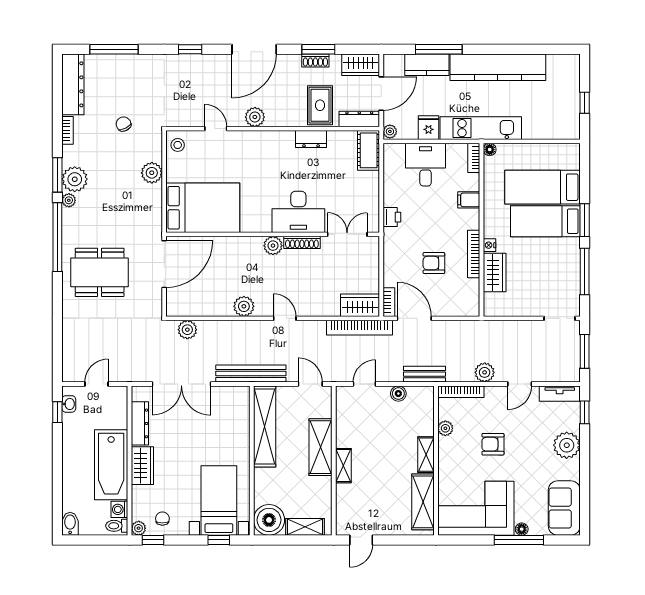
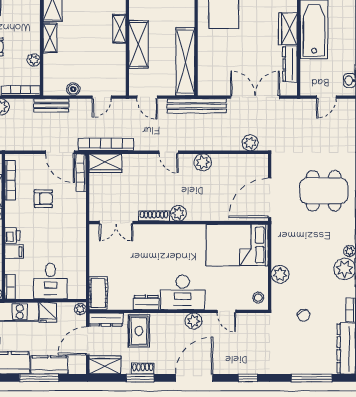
desk: (298, 212) -> (183, 292), moved, turned 180
printer: (392, 217) -> (12, 235), moved, turned 180
bookcase: (474, 254) -> (10, 180), moved
bookcase: (389, 302) -> (81, 173), width x1.56

